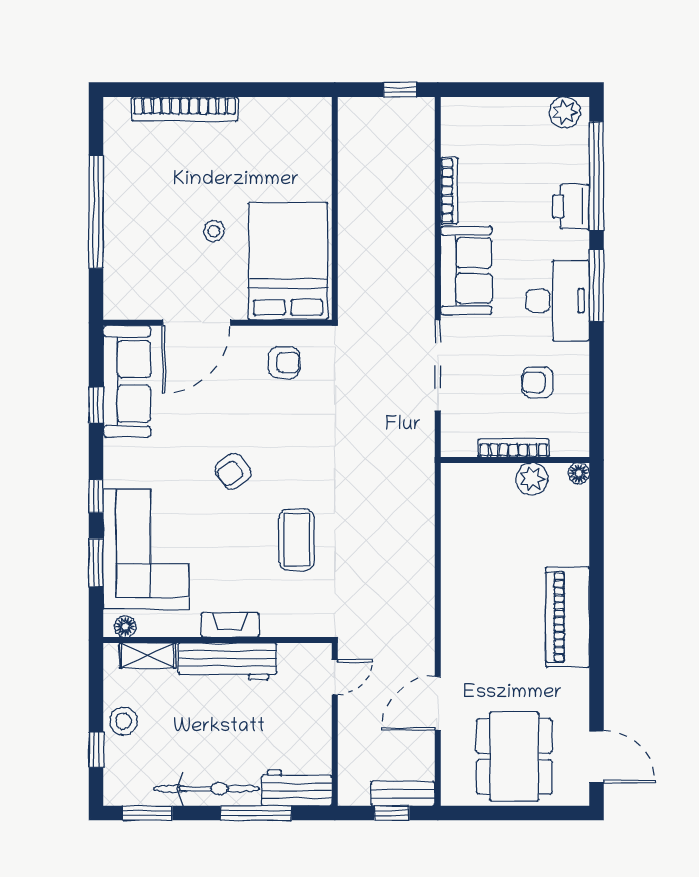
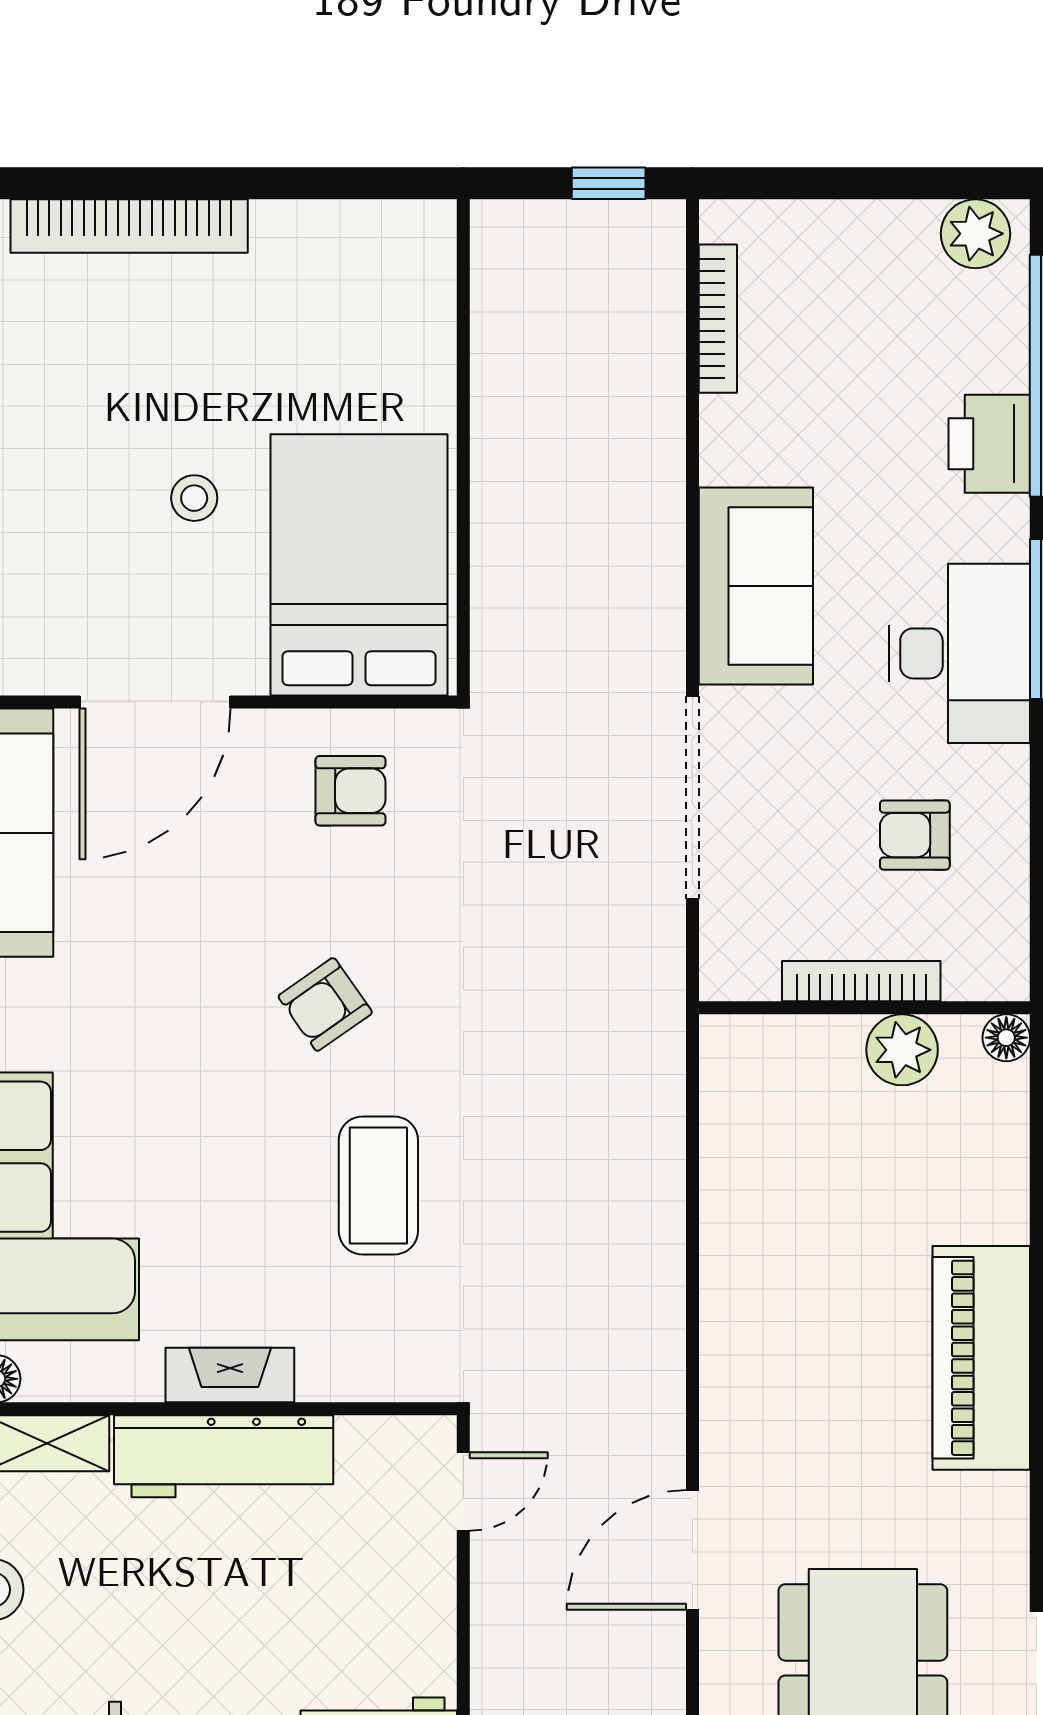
bookcase: (449, 191) -> (718, 319), moved
armchair: (233, 471) -> (325, 1004), moved

